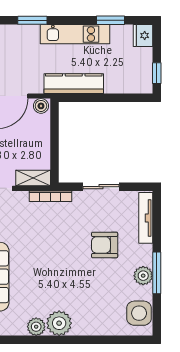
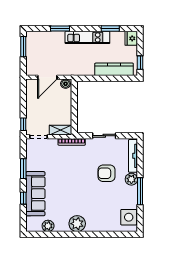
kitchen counter: (74, 84) -> (114, 69), moved
plant: (143, 276) -> (131, 179), moved
plant: (36, 327) -> (48, 226), moved

